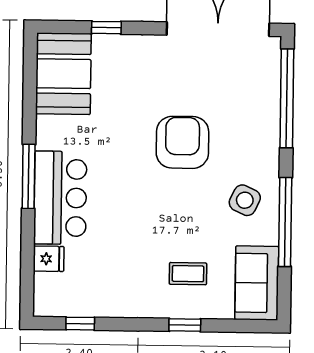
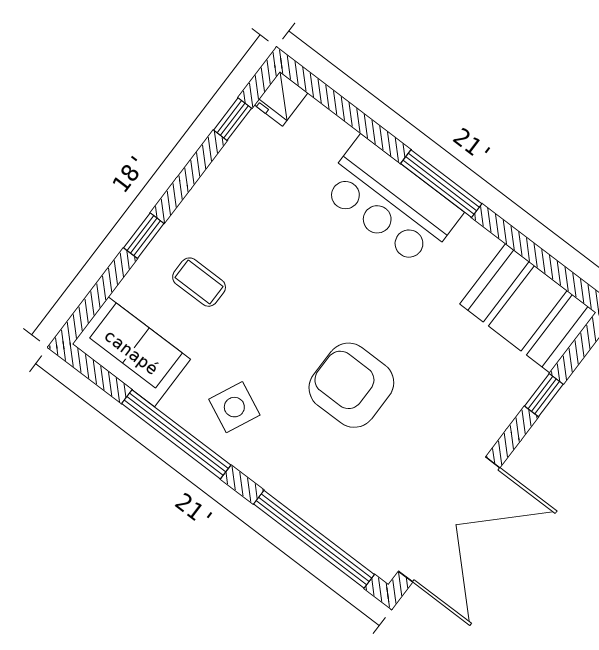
armchair: (182, 142) -> (351, 385), turned 180
fridge: (49, 259) -> (281, 99), moved
coffee table: (188, 274) -> (199, 282), turned 90

